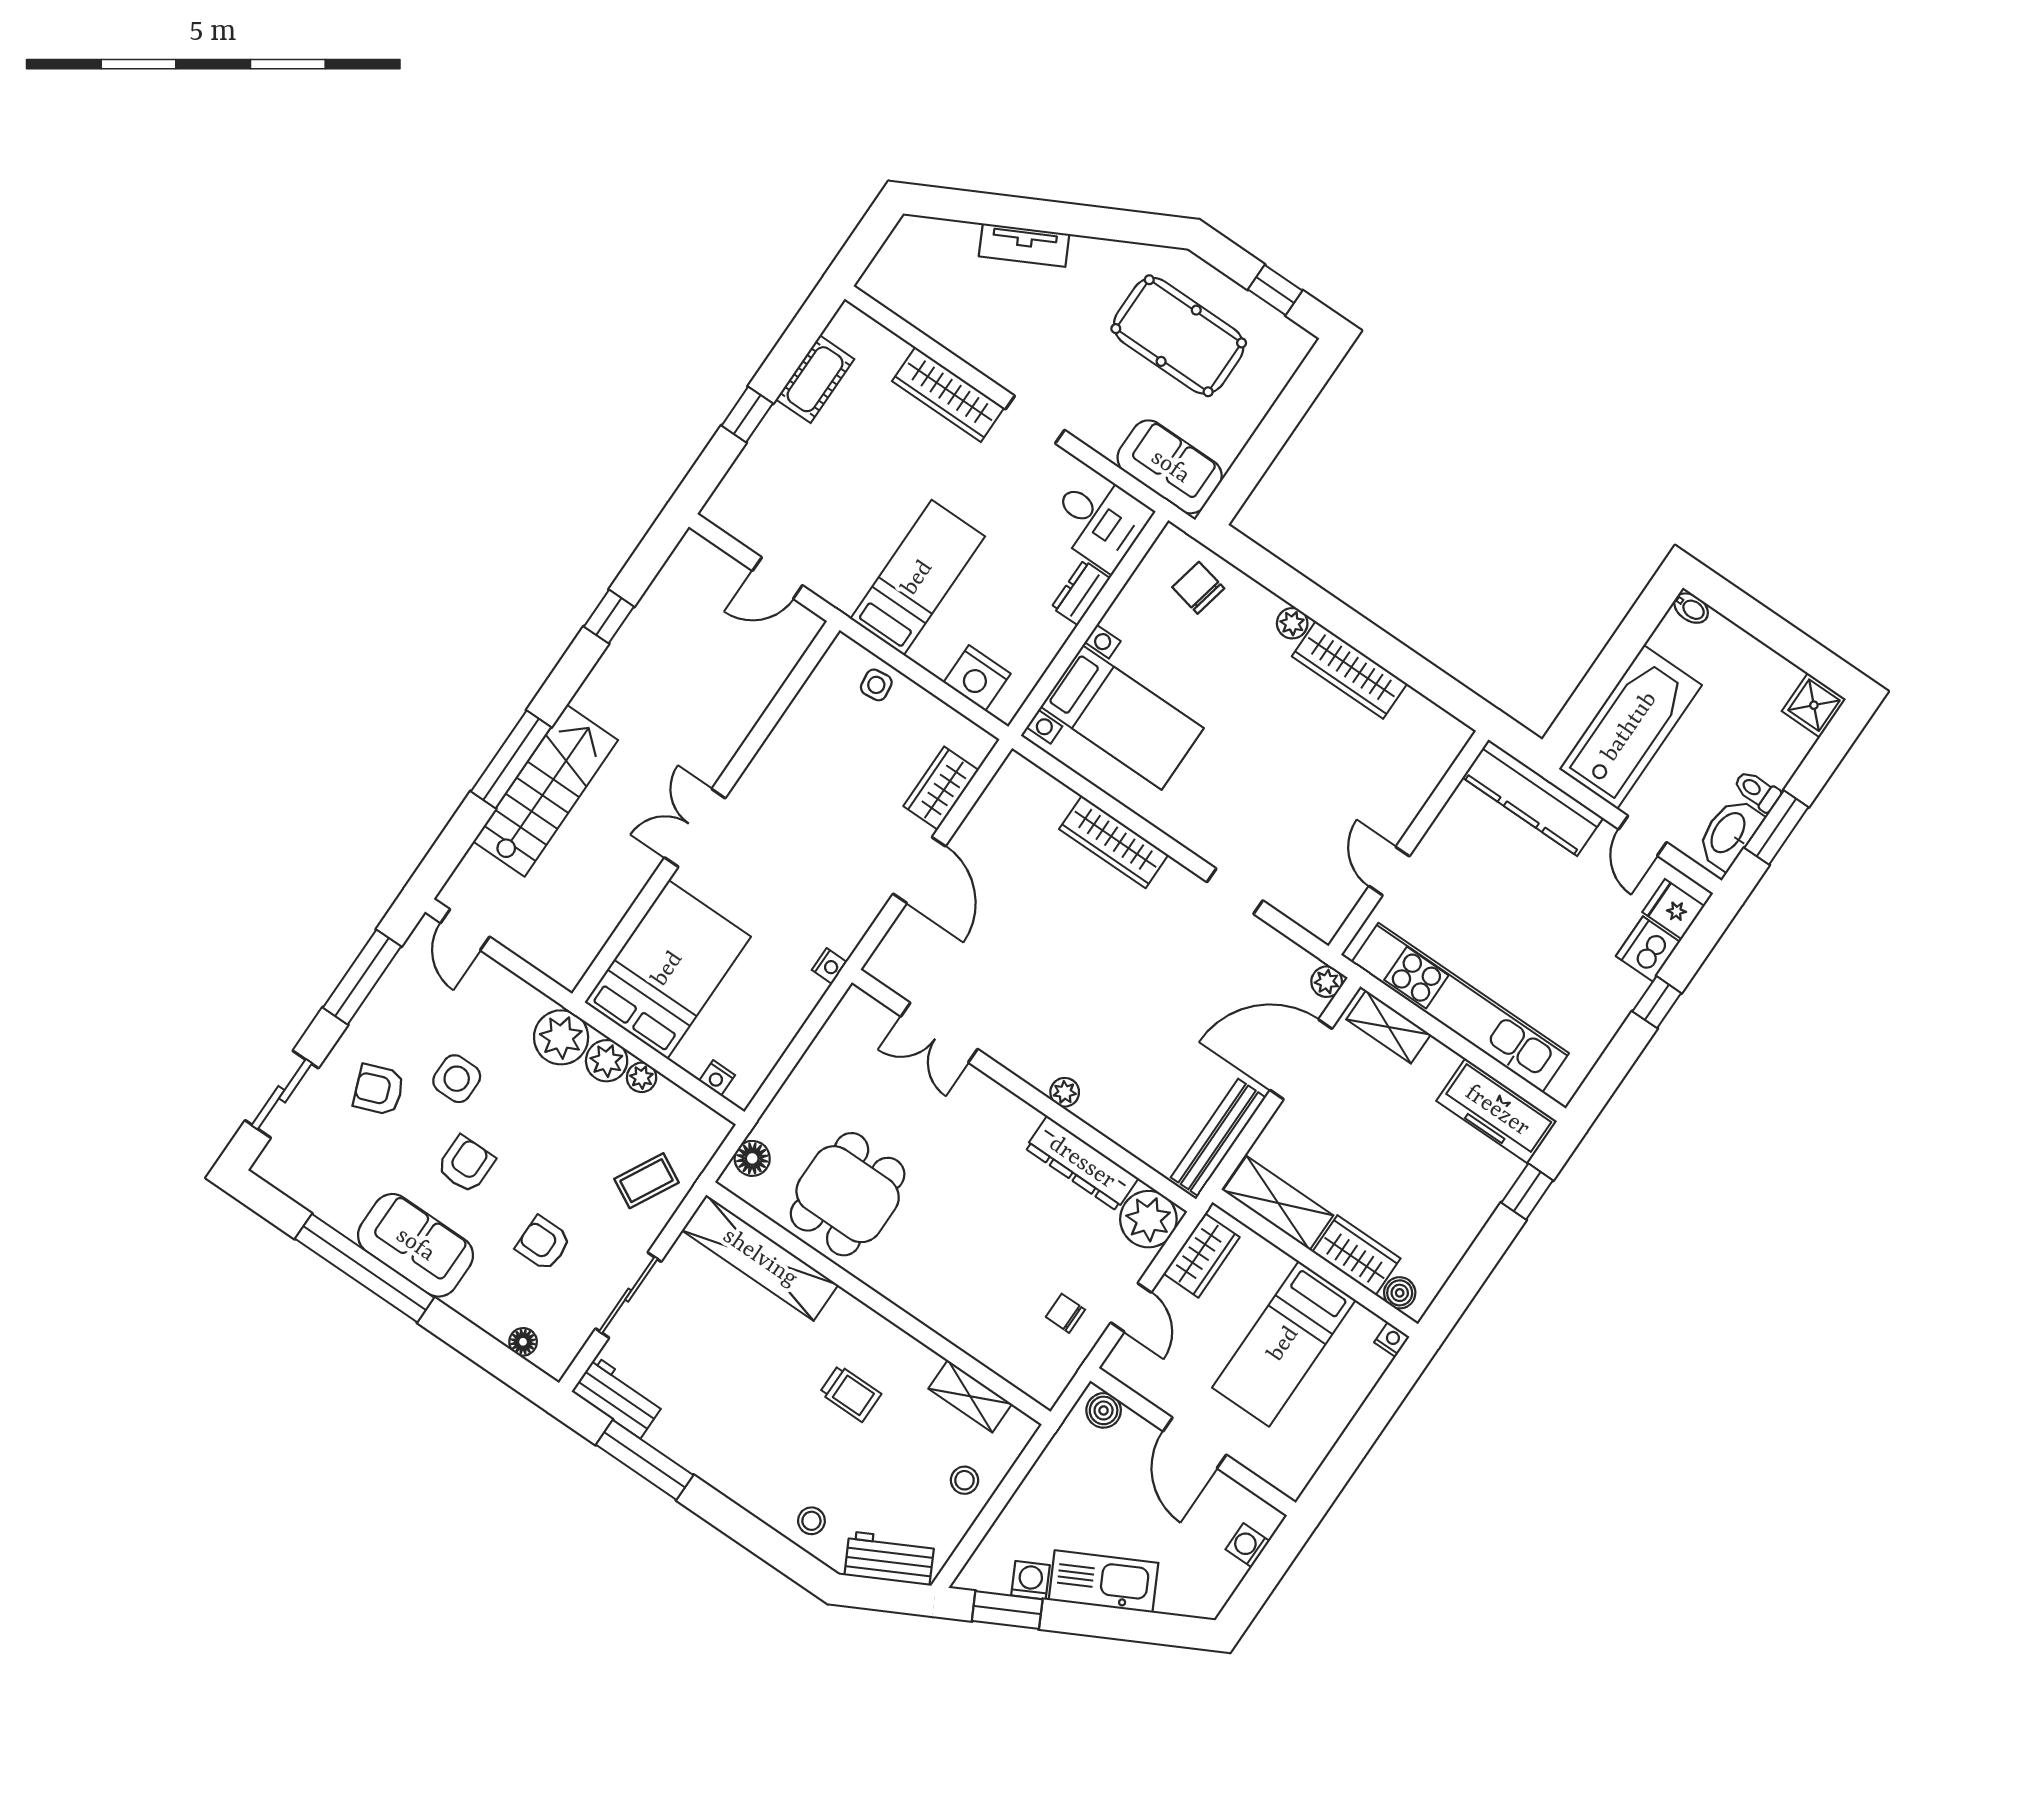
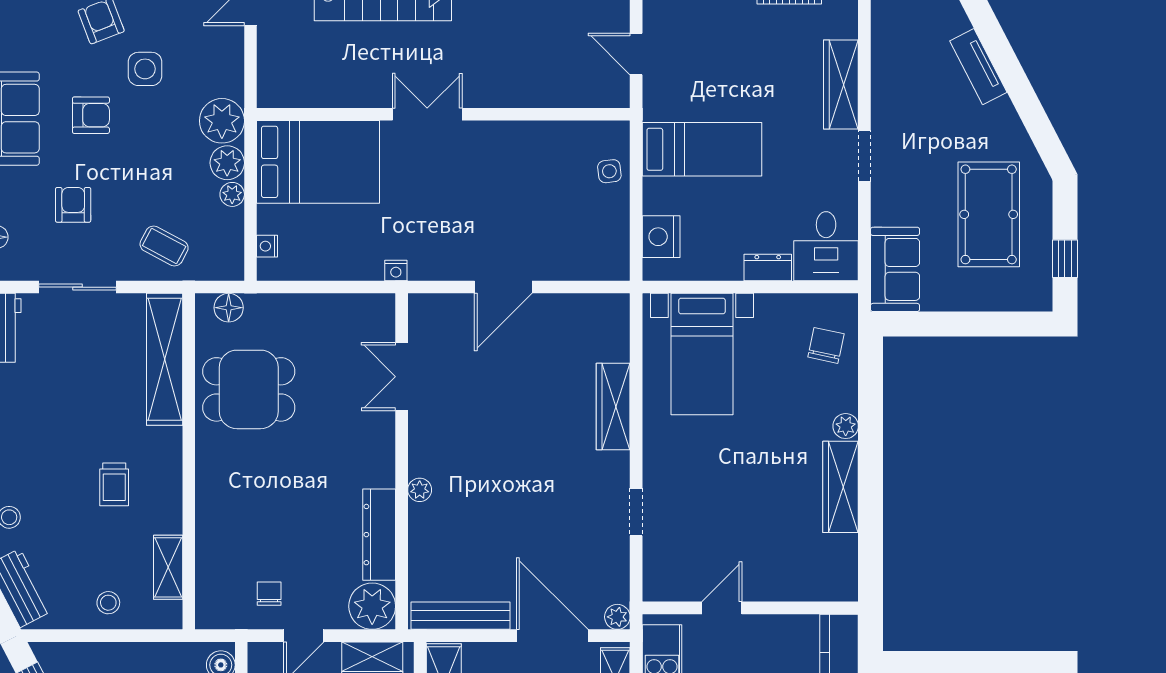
wardrobe: (941, 788) -> (569, 263), removed

